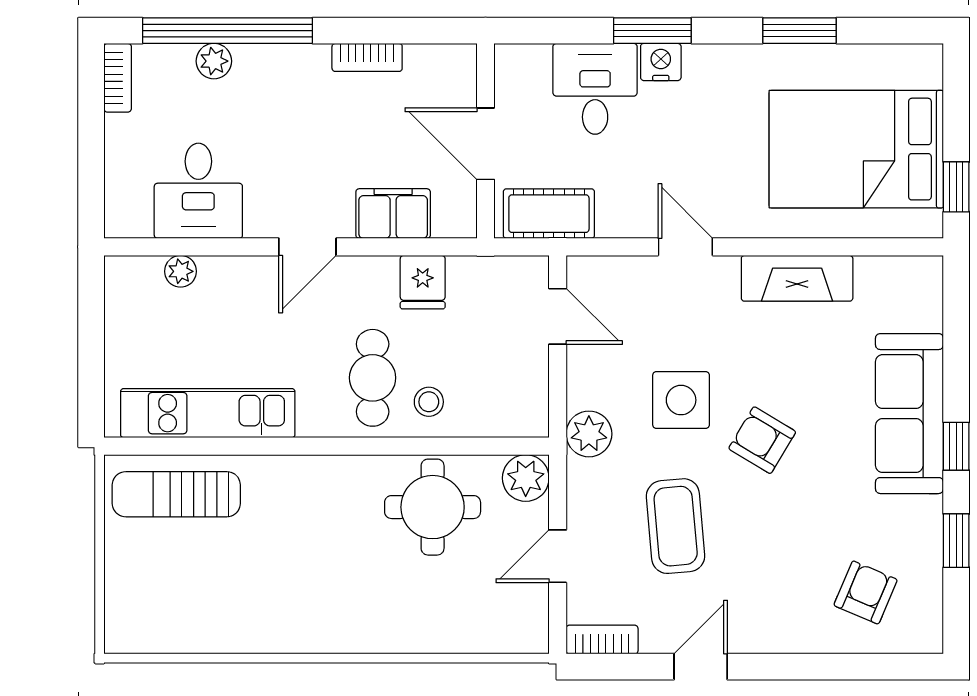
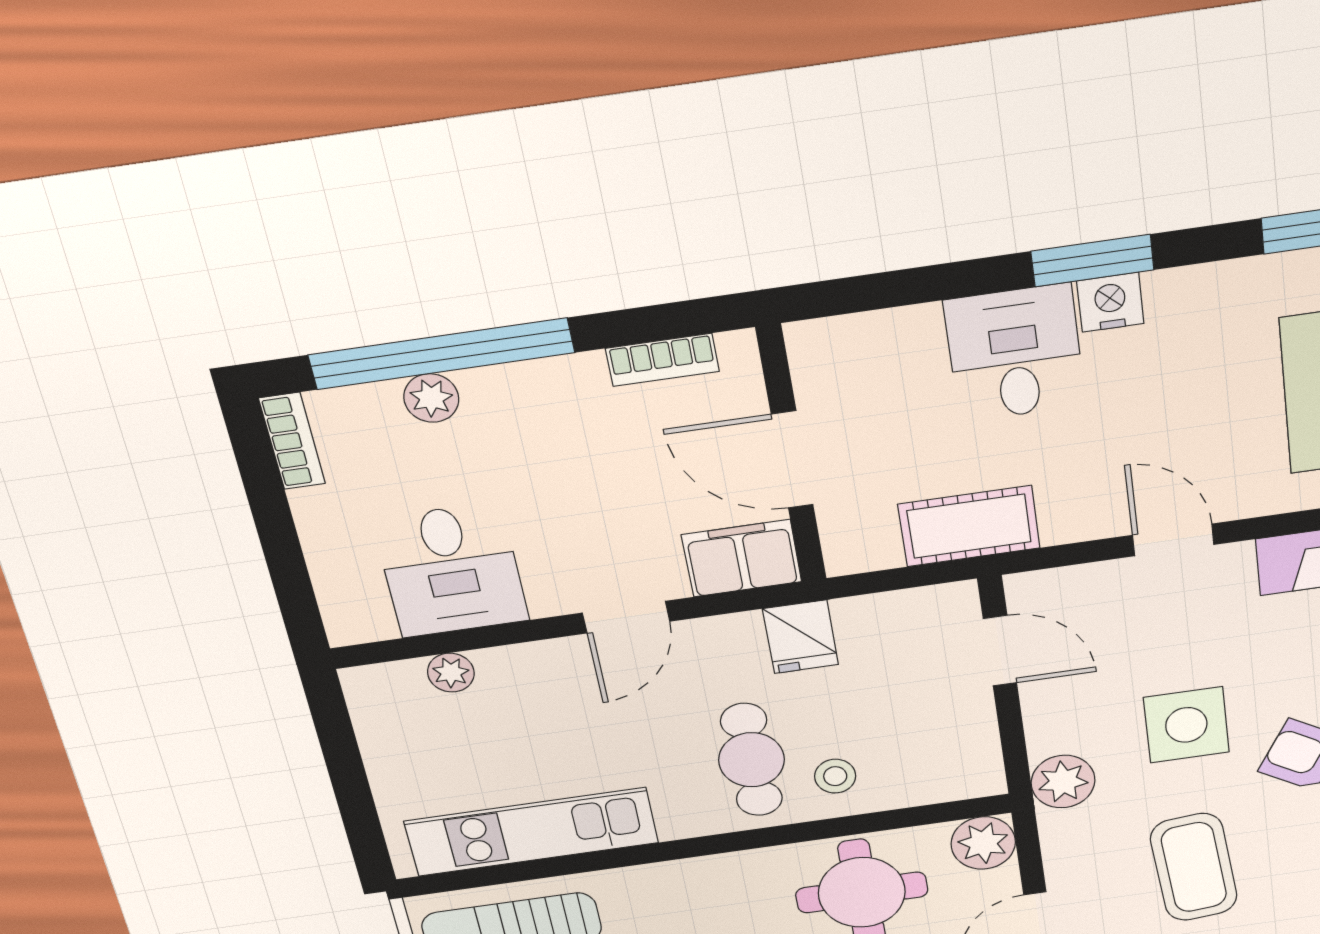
wall: (485, 141) -> (792, 456), moved
door: (485, 144) -> (792, 460), moved

